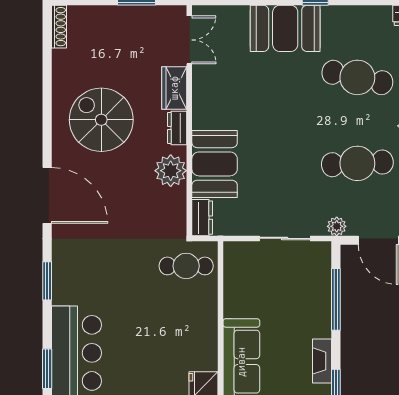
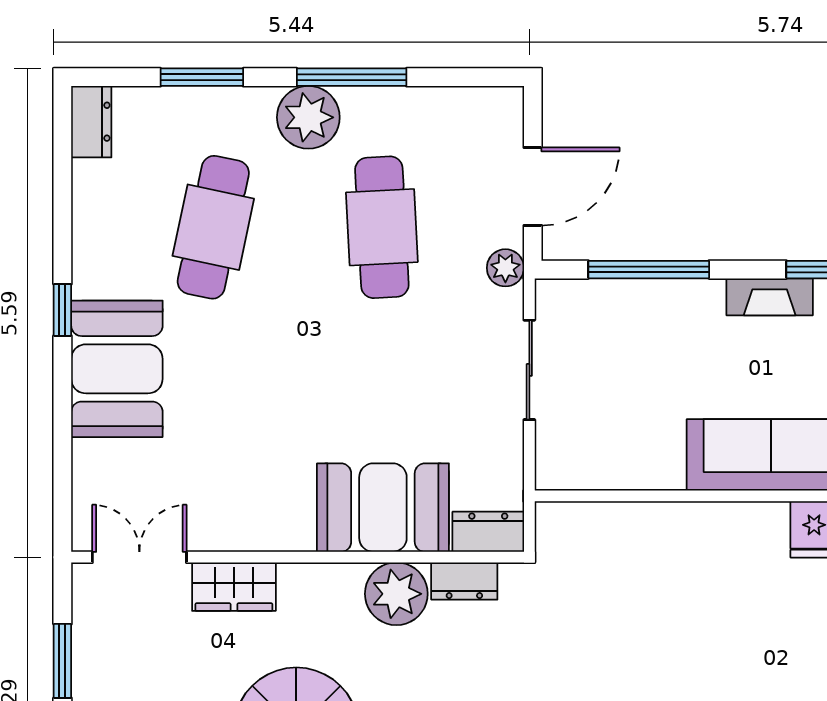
dresser: (177, 128) -> (464, 581), moved
cafe table: (186, 266) -> (583, 563), removed

